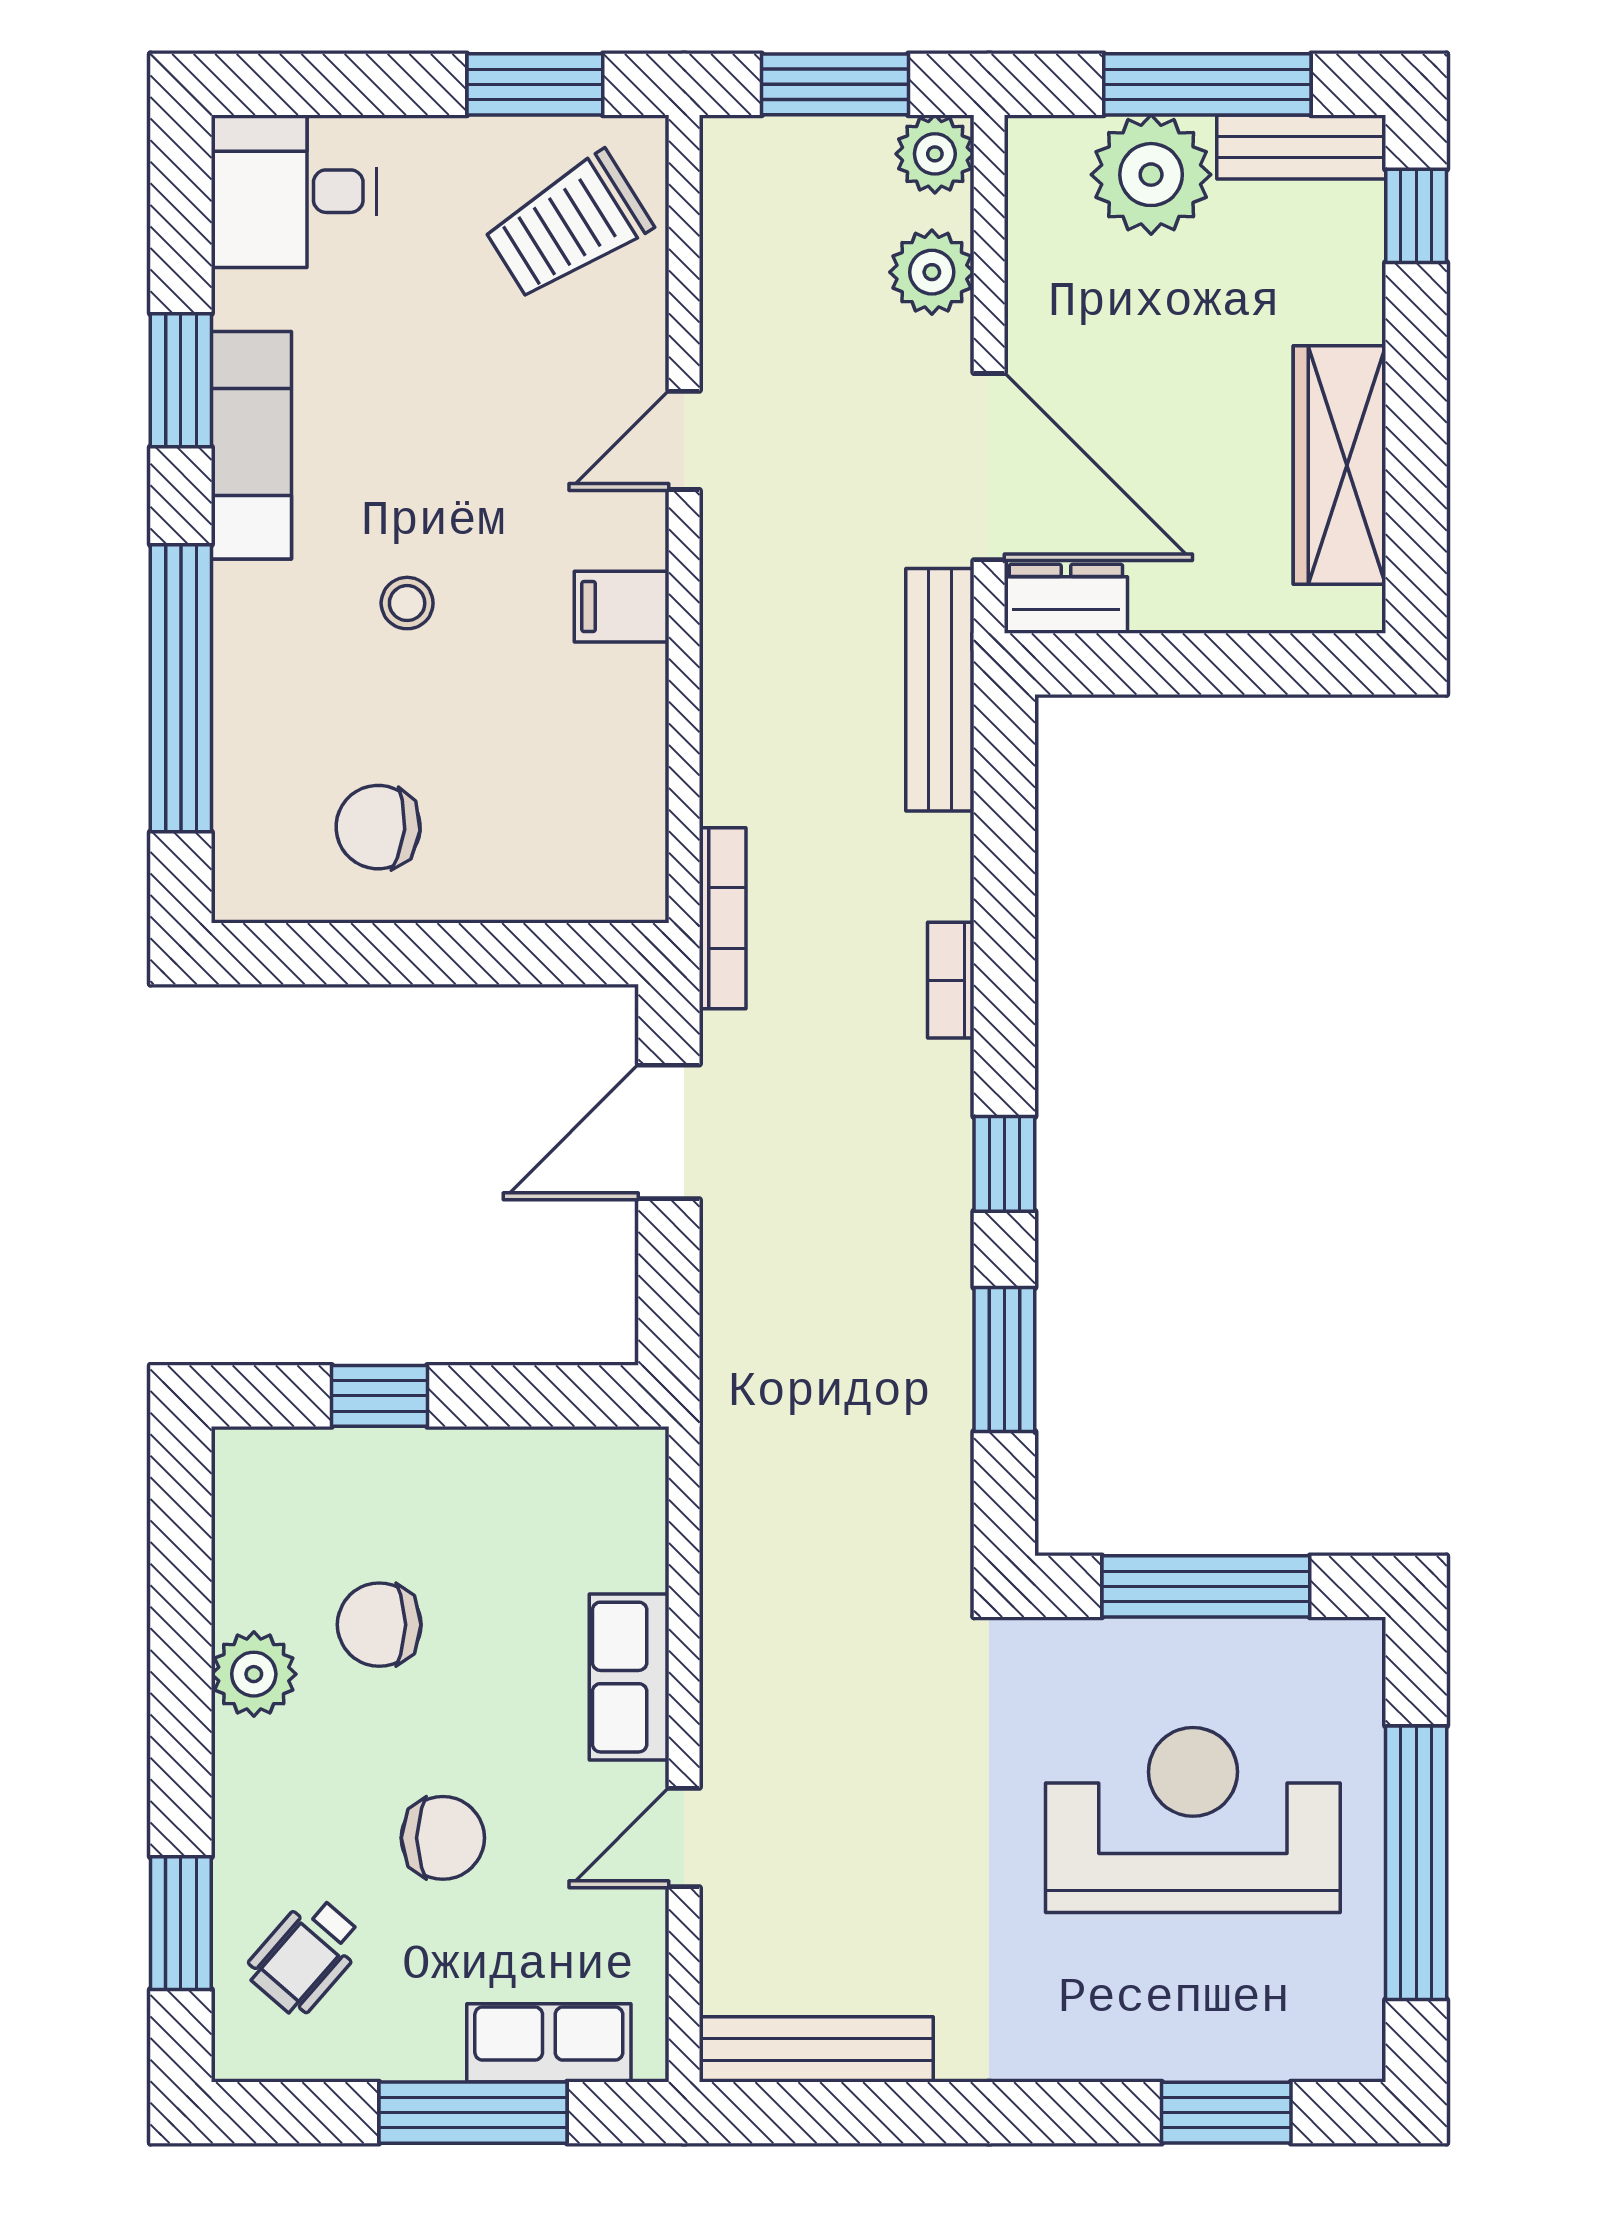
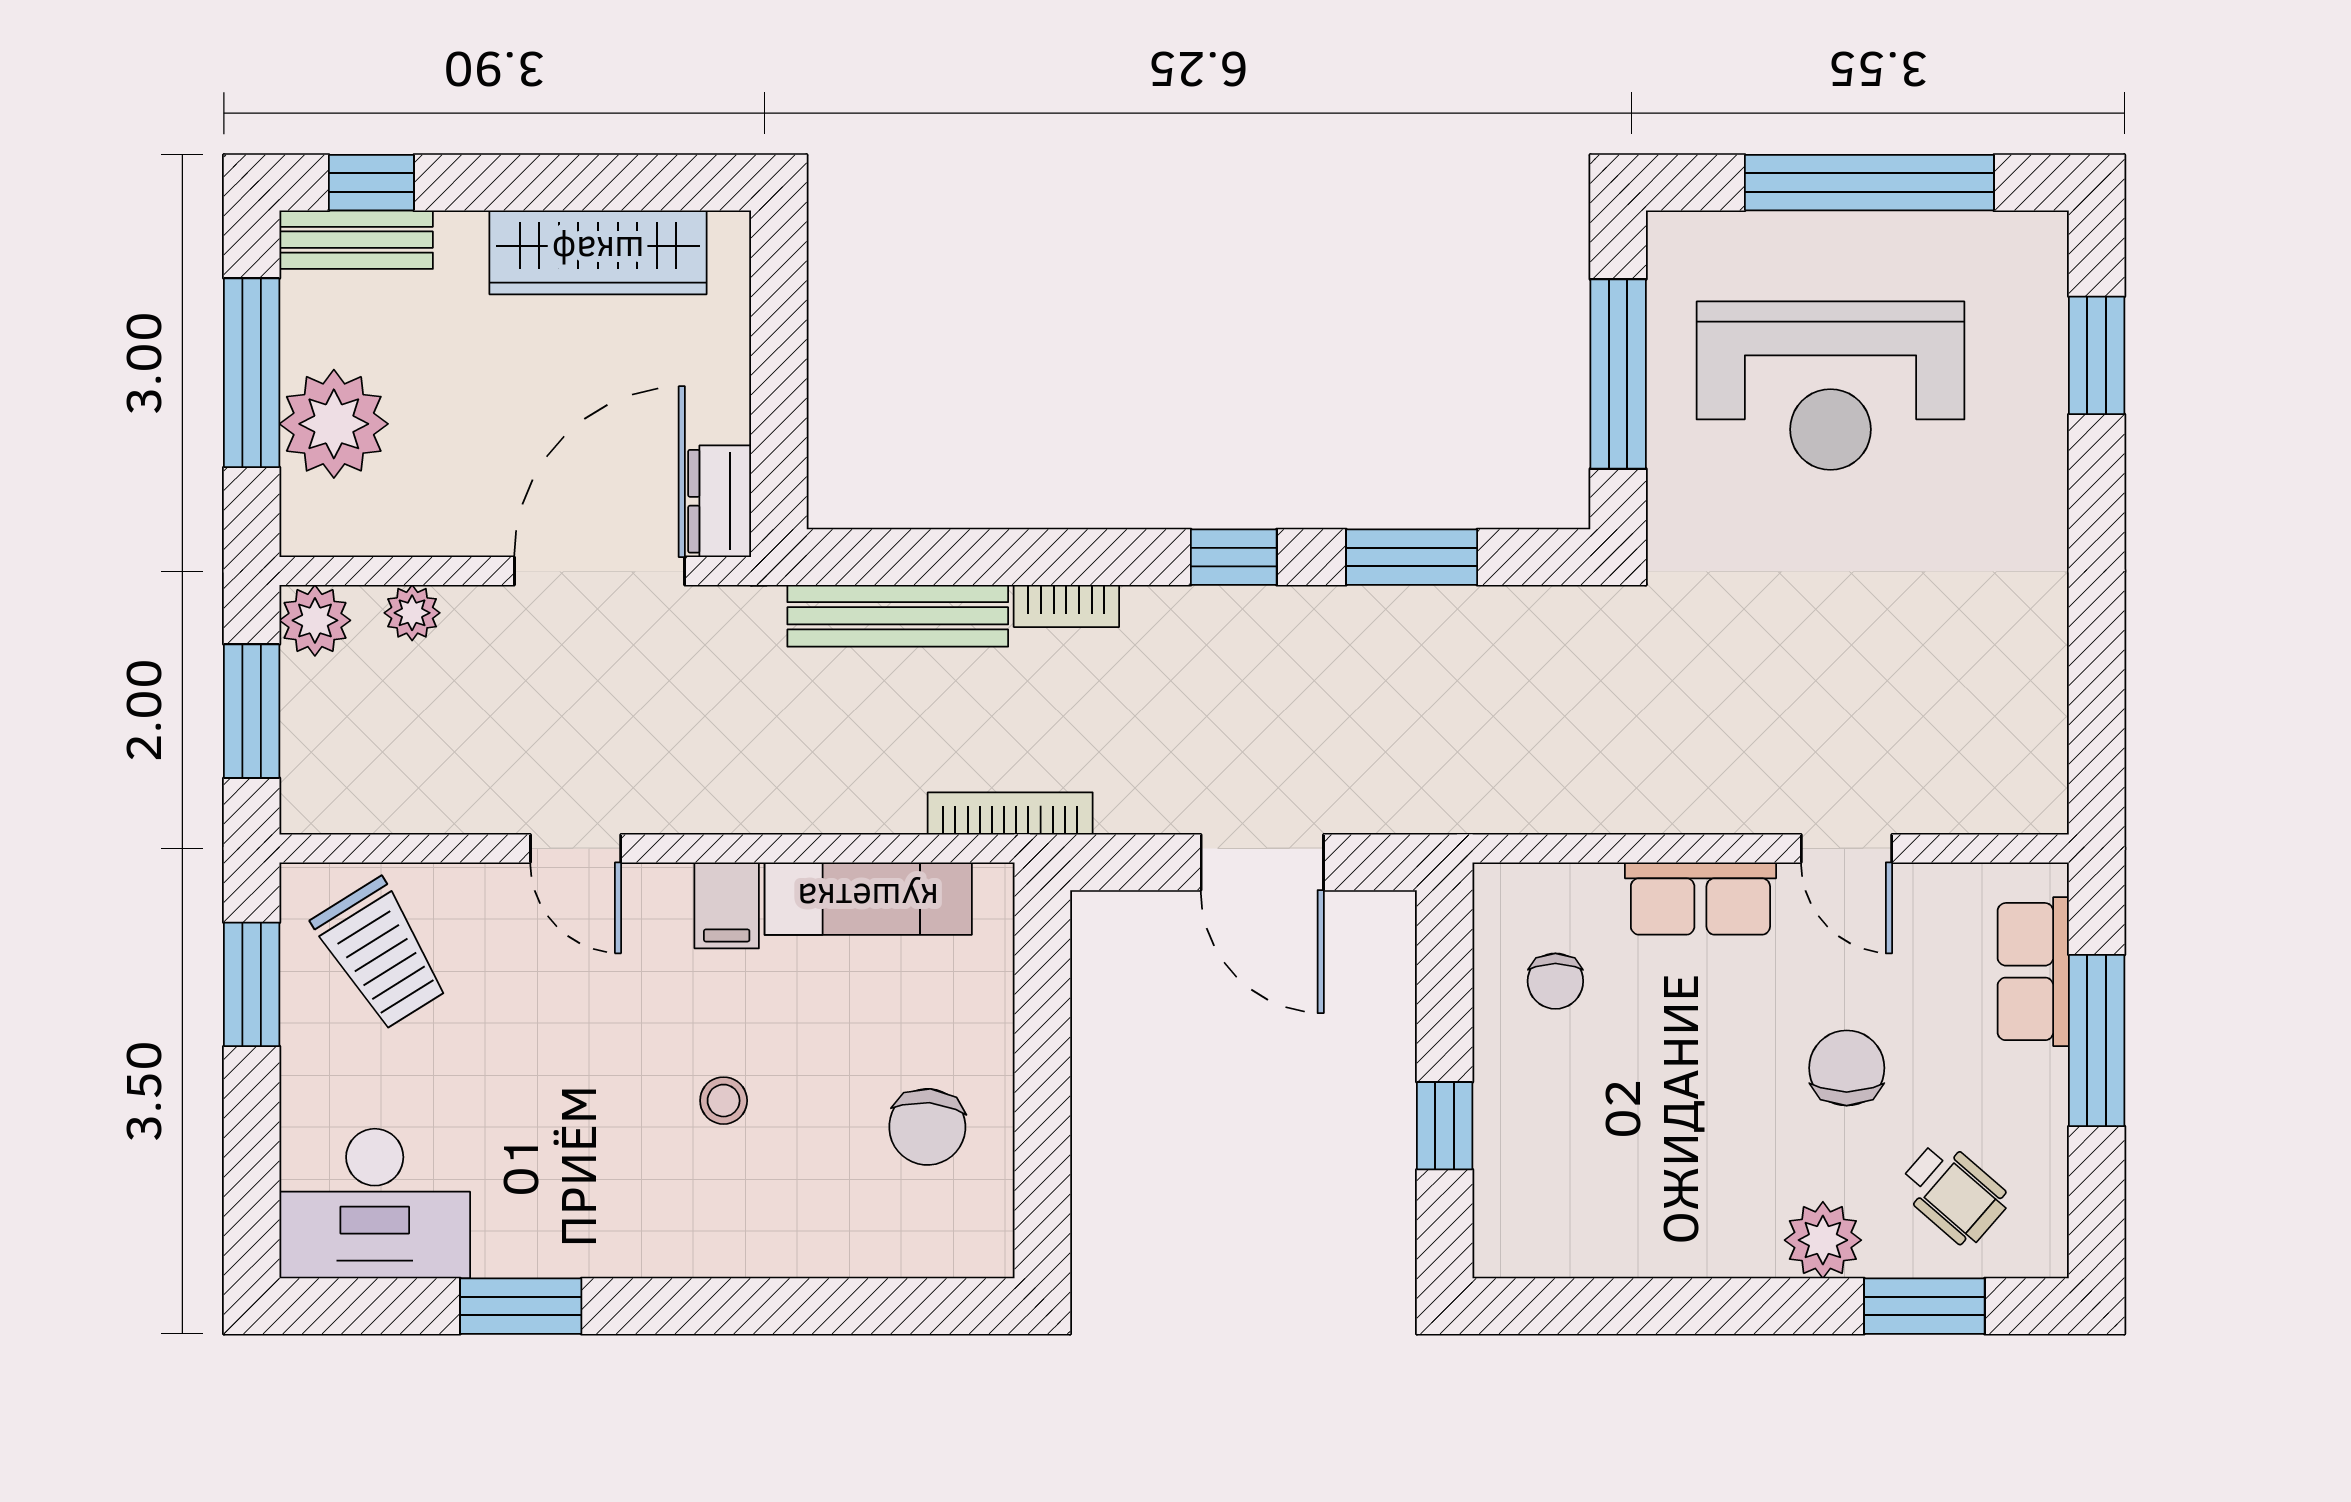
bench: (1301, 147) -> (356, 240), moved, turned 90
desk: (294, 191) -> (375, 1204), width x1.37
plant: (932, 272) -> (412, 613), width x0.73, depth x0.73
exam couch: (251, 445) -> (868, 899), moved, turned 180
window: (181, 688) -> (801, 1306), removed
bench: (940, 690) -> (898, 616), moved
door: (669, 1132) -> (1262, 862), moved
chair: (379, 1625) -> (1555, 981), moved, width x0.73, depth x0.73
plant: (254, 1674) -> (1823, 1240), moved
reception desk: (1193, 1820) -> (1830, 386), turned -90
bench: (816, 2049) -> (2039, 728), removed

